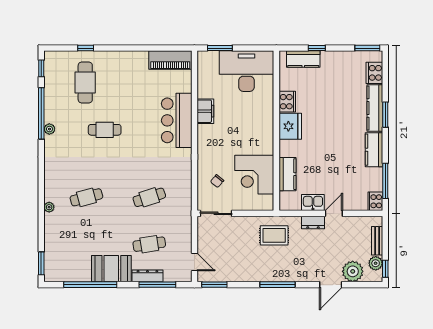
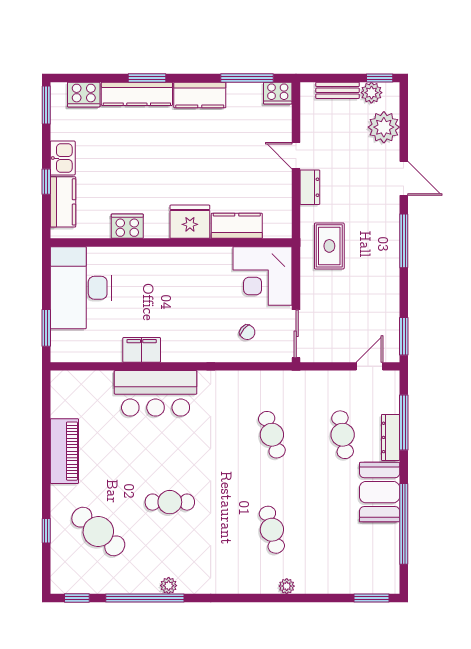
piano: (170, 60) -> (64, 451), moved
cafe table: (85, 83) -> (98, 532), turned 41
fridge: (290, 126) -> (190, 222), moved
cafe table: (105, 130) -> (170, 502), turned 90
corner desk: (254, 175) -> (263, 276), moved, turned 90
kitchen sink: (313, 202) -> (63, 158), moved, turned 180
door: (331, 285) -> (404, 178), moved

